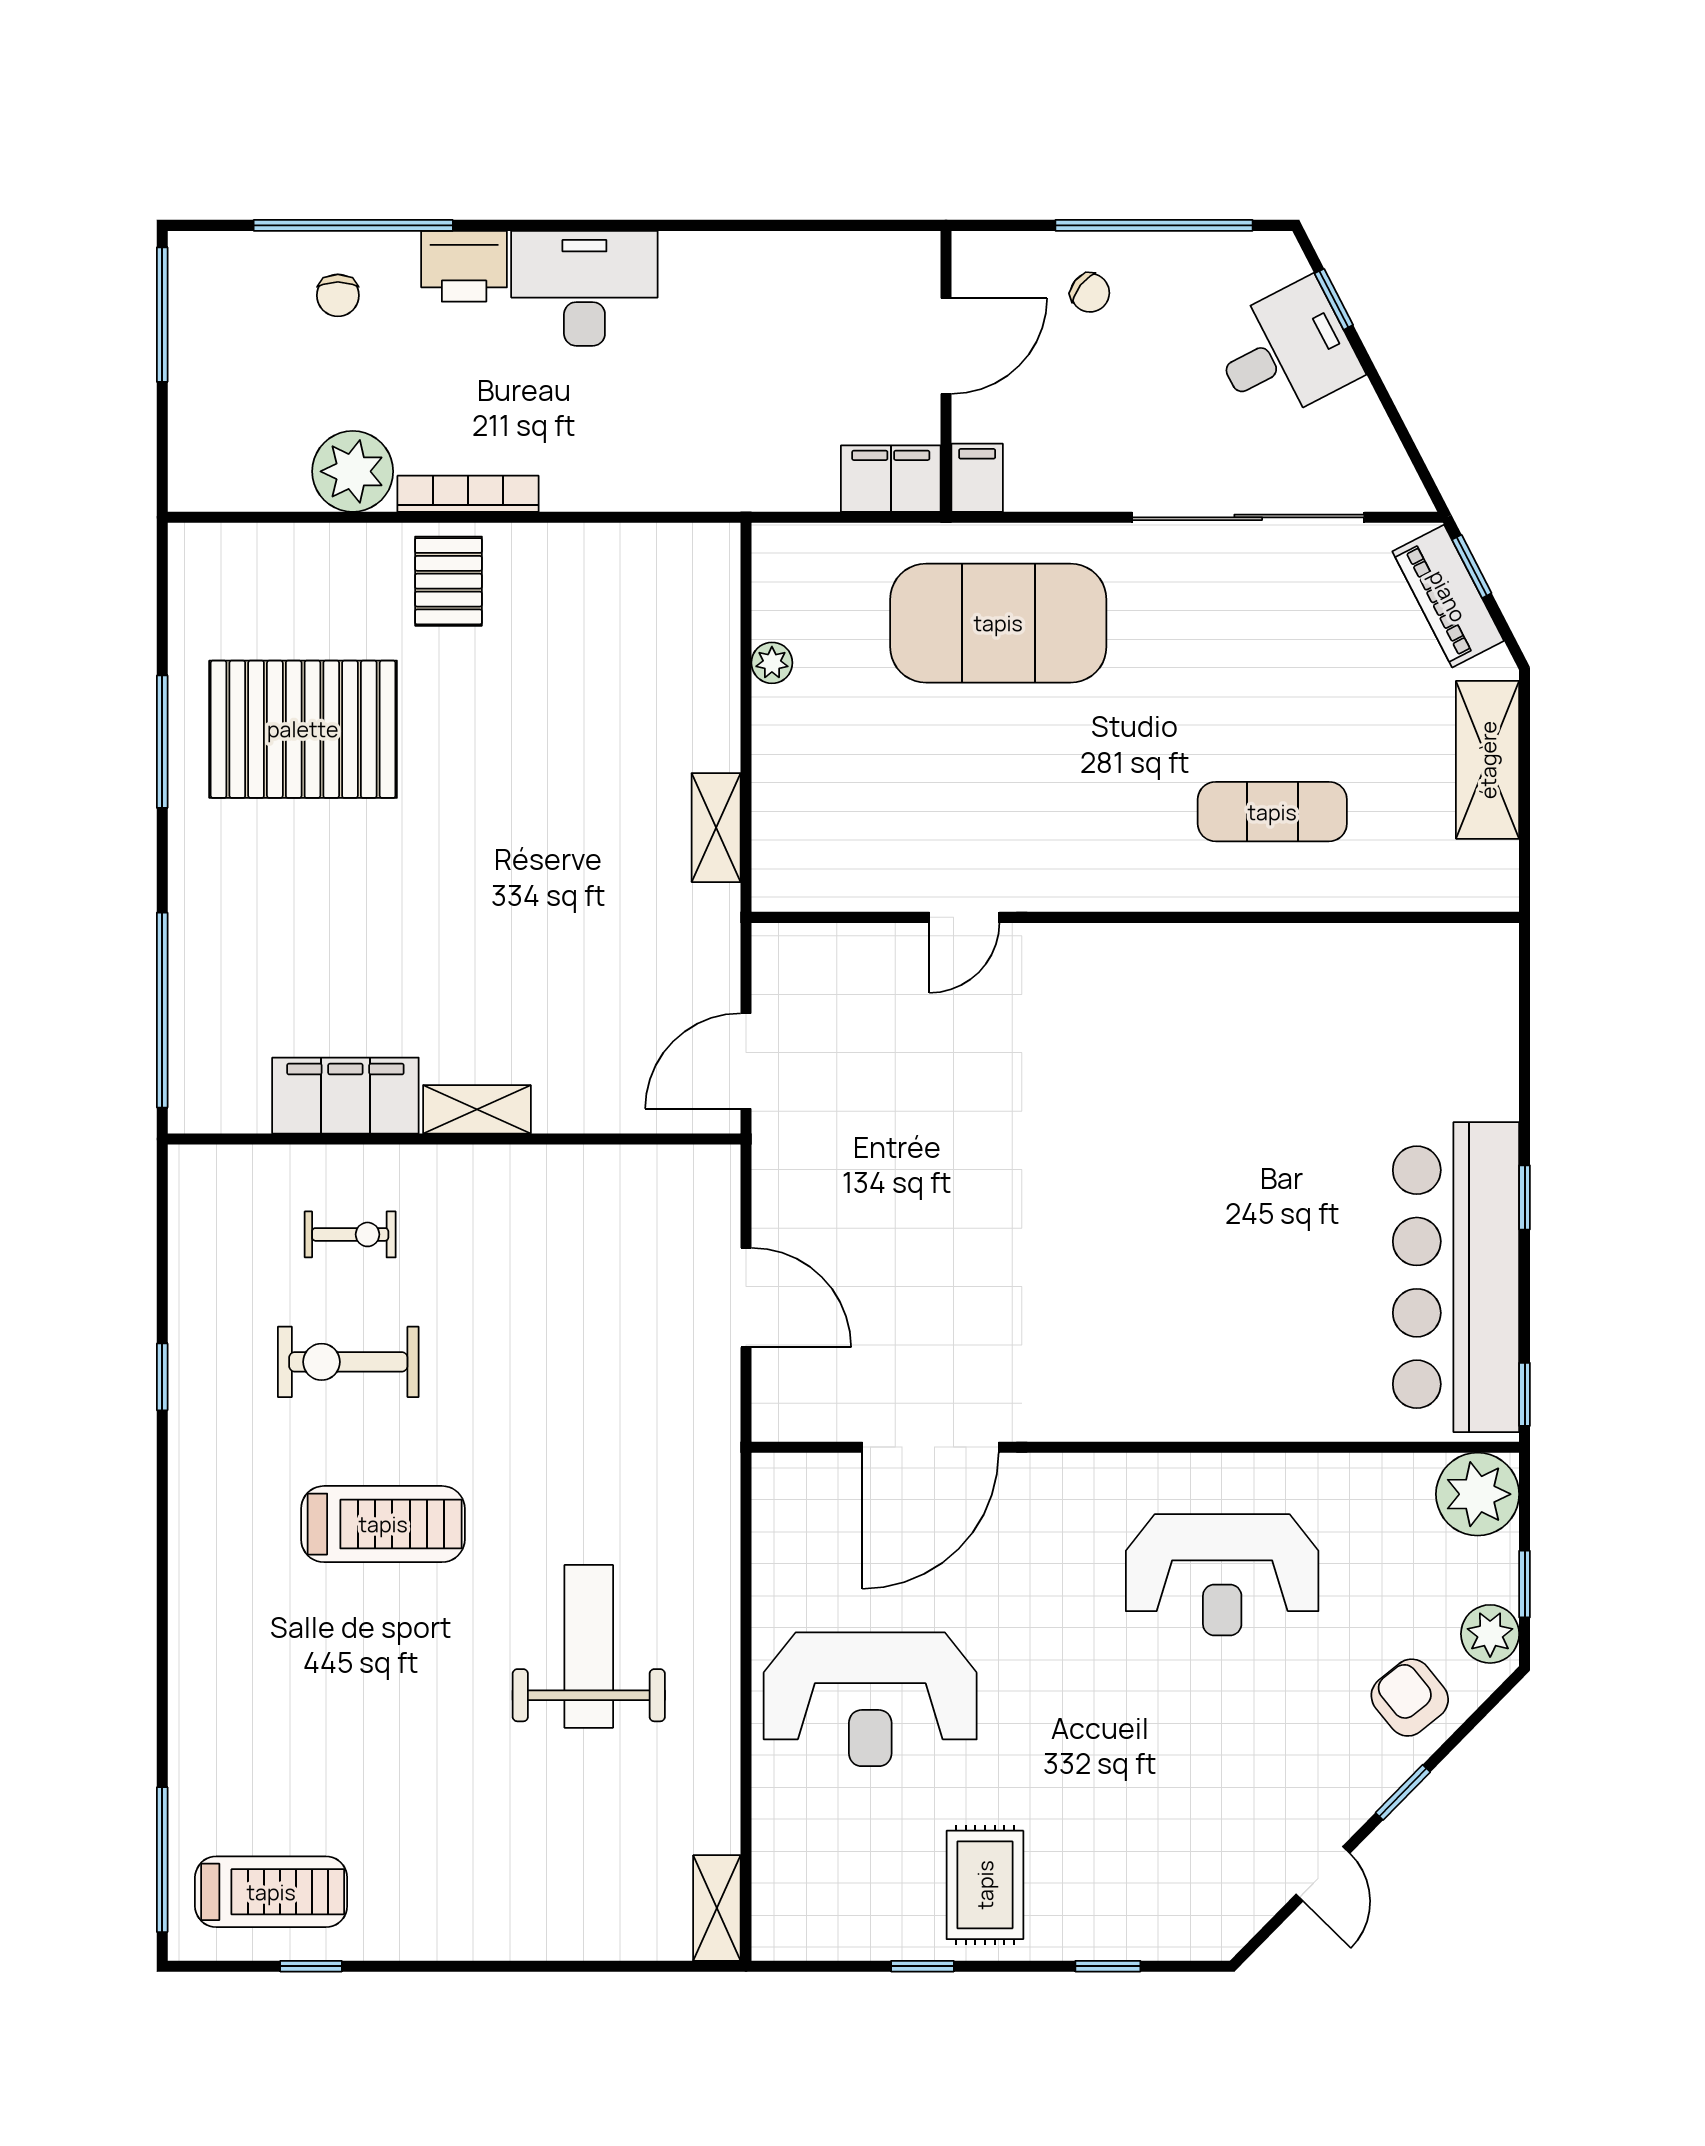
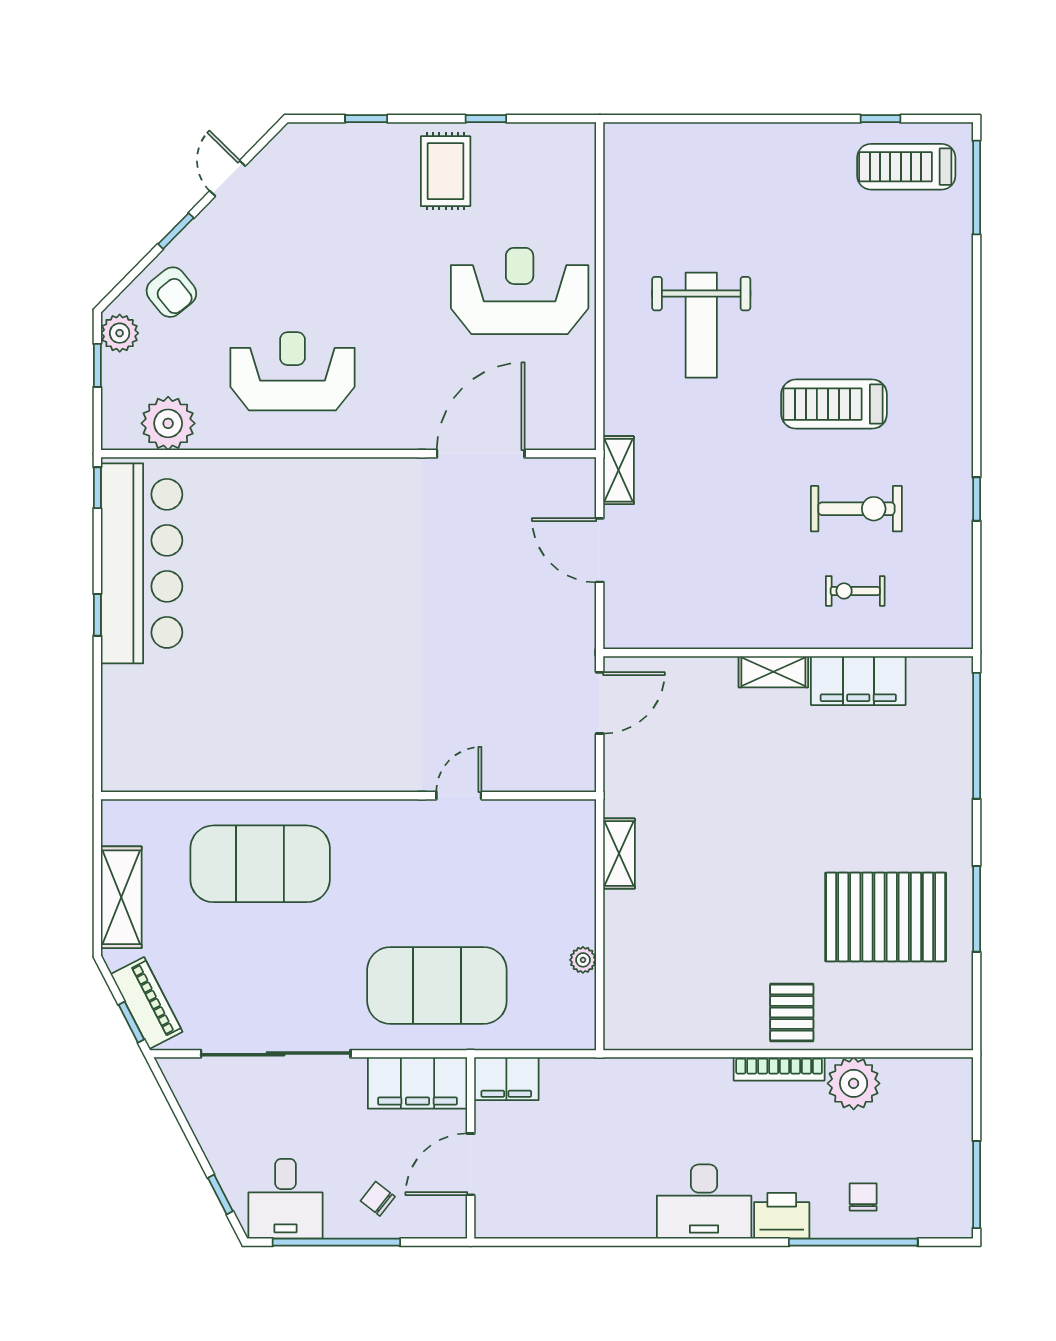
desk: (1285, 352) -> (285, 1199), moved, turned -63
filing cabinet: (977, 478) -> (417, 1083), width x3.00, depth x1.17
exercise mat: (1272, 812) -> (260, 864), width x2.00, depth x1.45
plant: (1478, 1494) -> (168, 423), moved
shelving: (717, 1908) -> (619, 470), moved

